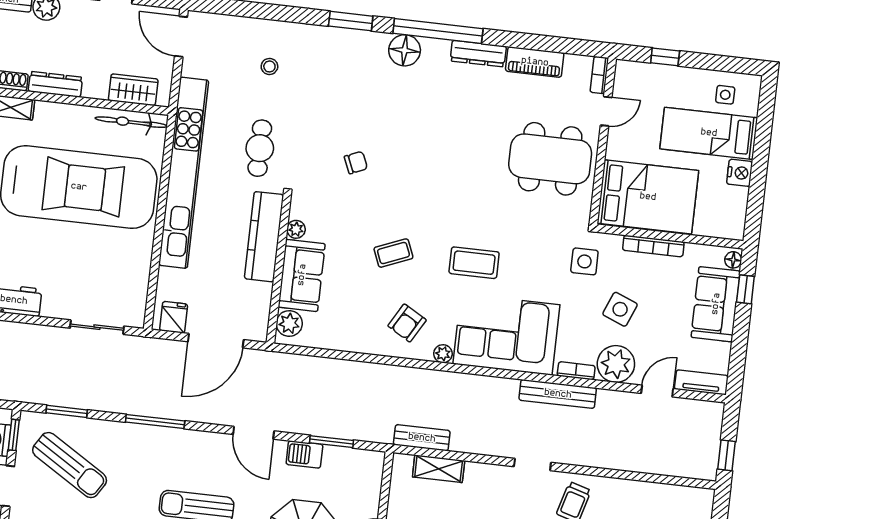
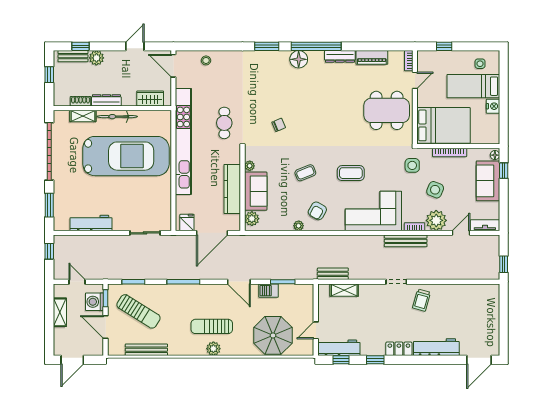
stool: (269, 66) -> (206, 60), moved
bicycle: (131, 122) -> (117, 117), moved
kitchen counter: (264, 237) -> (232, 189), moved
plant: (443, 354) -> (299, 226), moved

